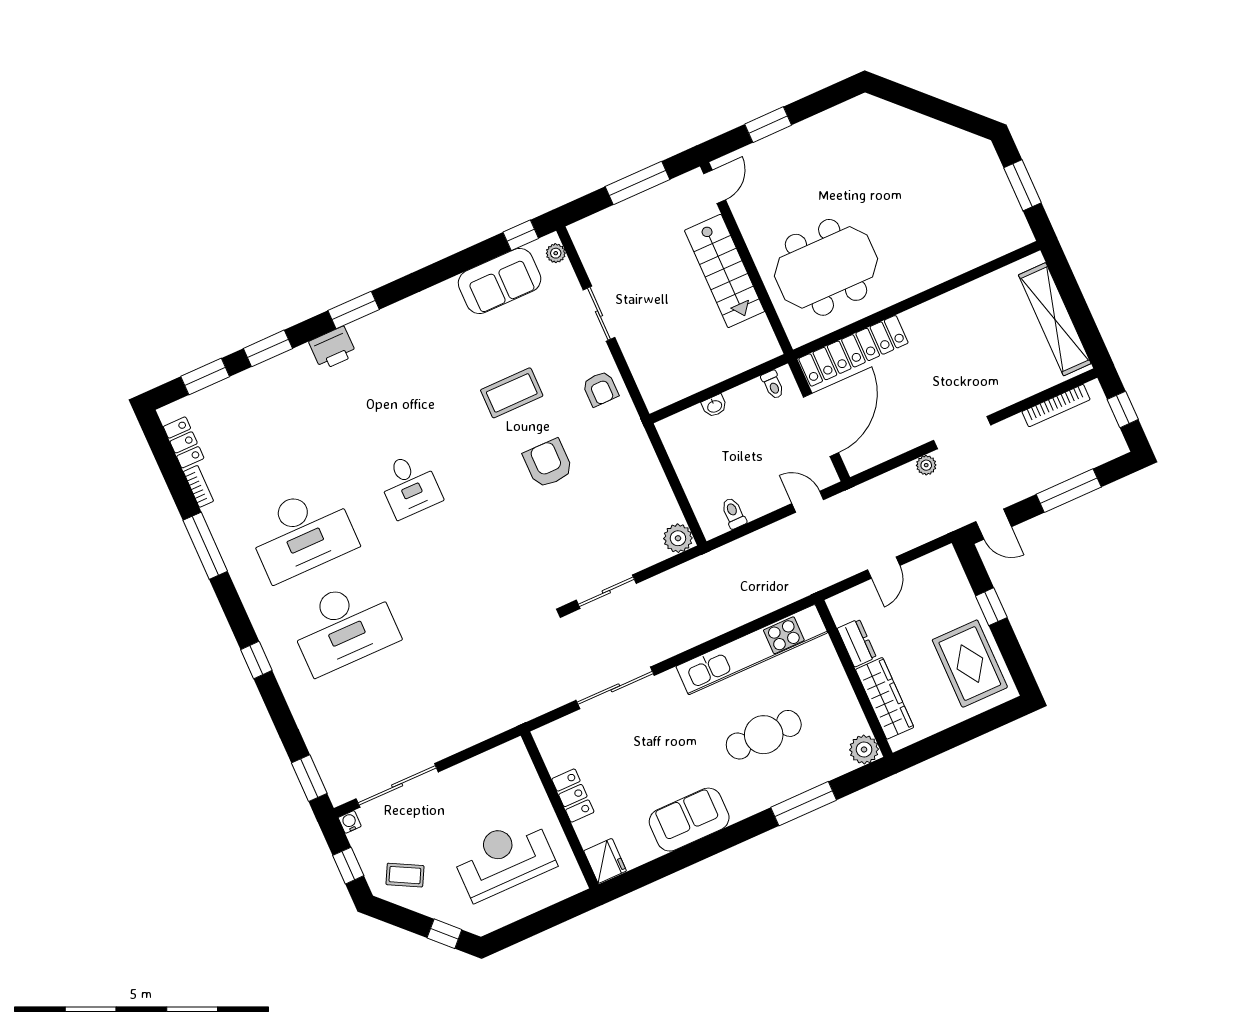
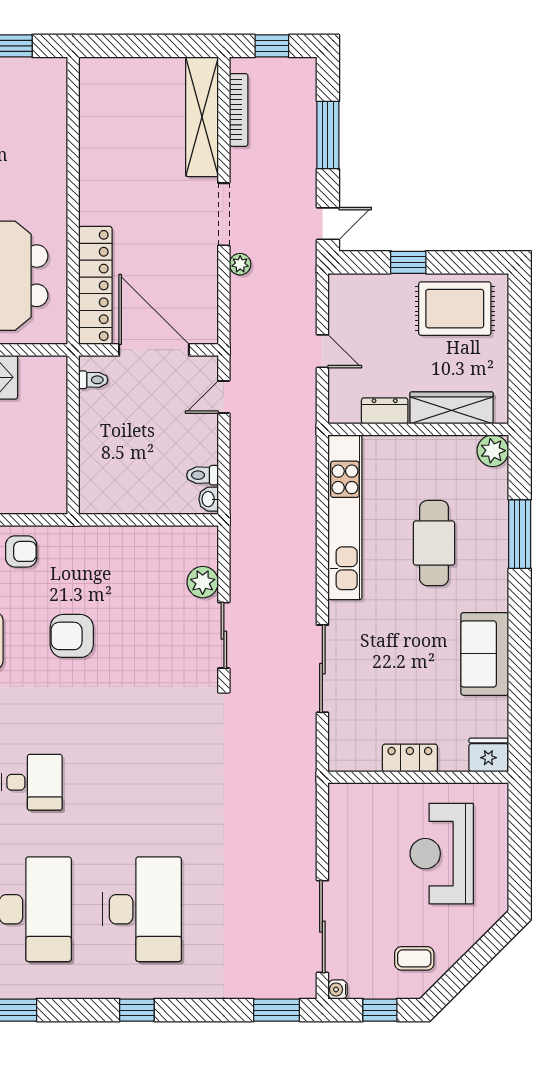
shelving: (1055, 319) -> (202, 117), moved, turned 90
washbasin: (714, 406) -> (209, 499), moved, turned 180
plant: (678, 538) -> (203, 582), moved
coffee table: (405, 875) -> (414, 958), turned 62
window: (444, 934) -> (489, 945), removed

